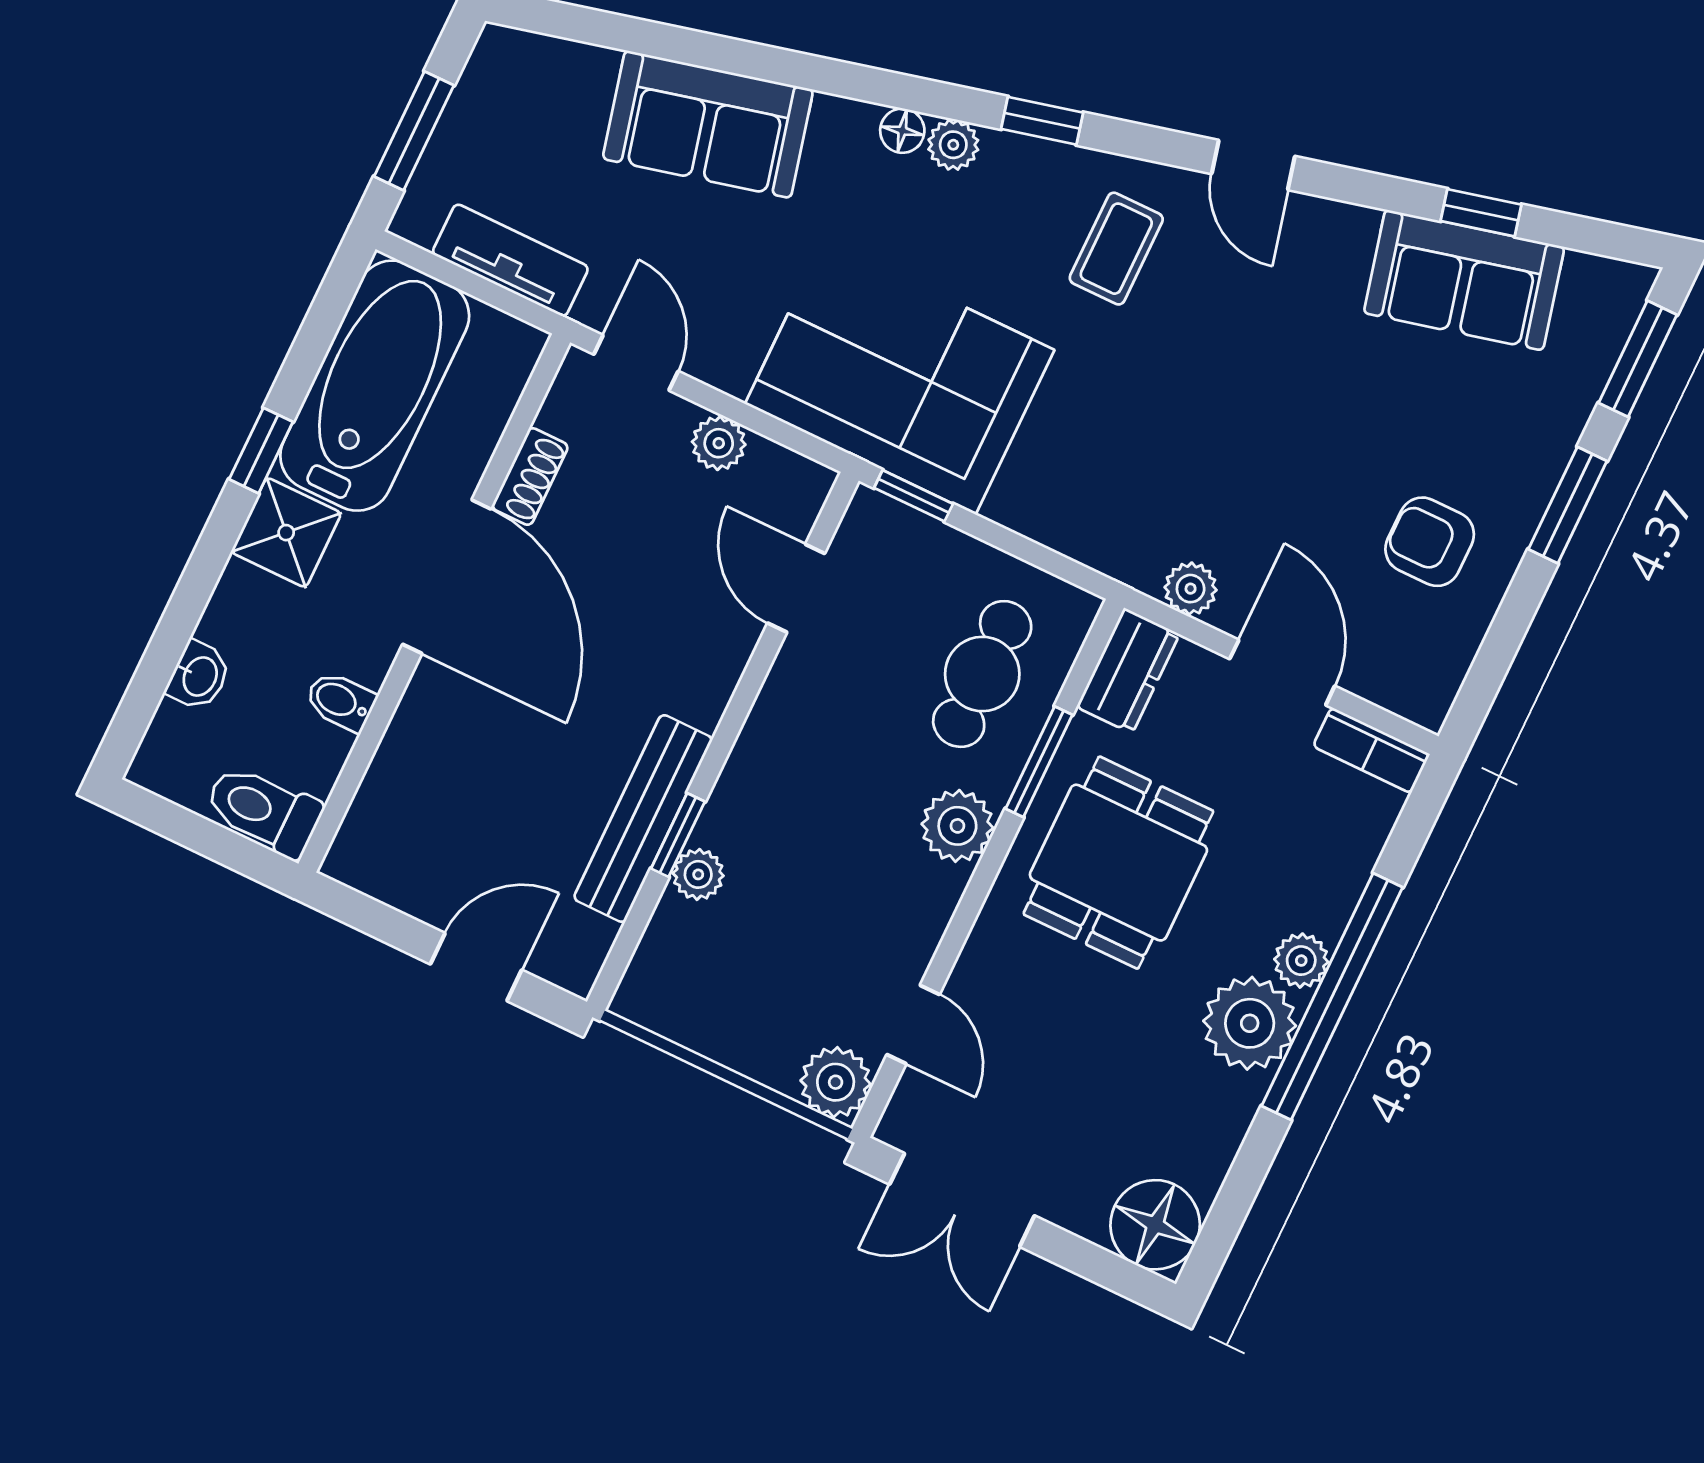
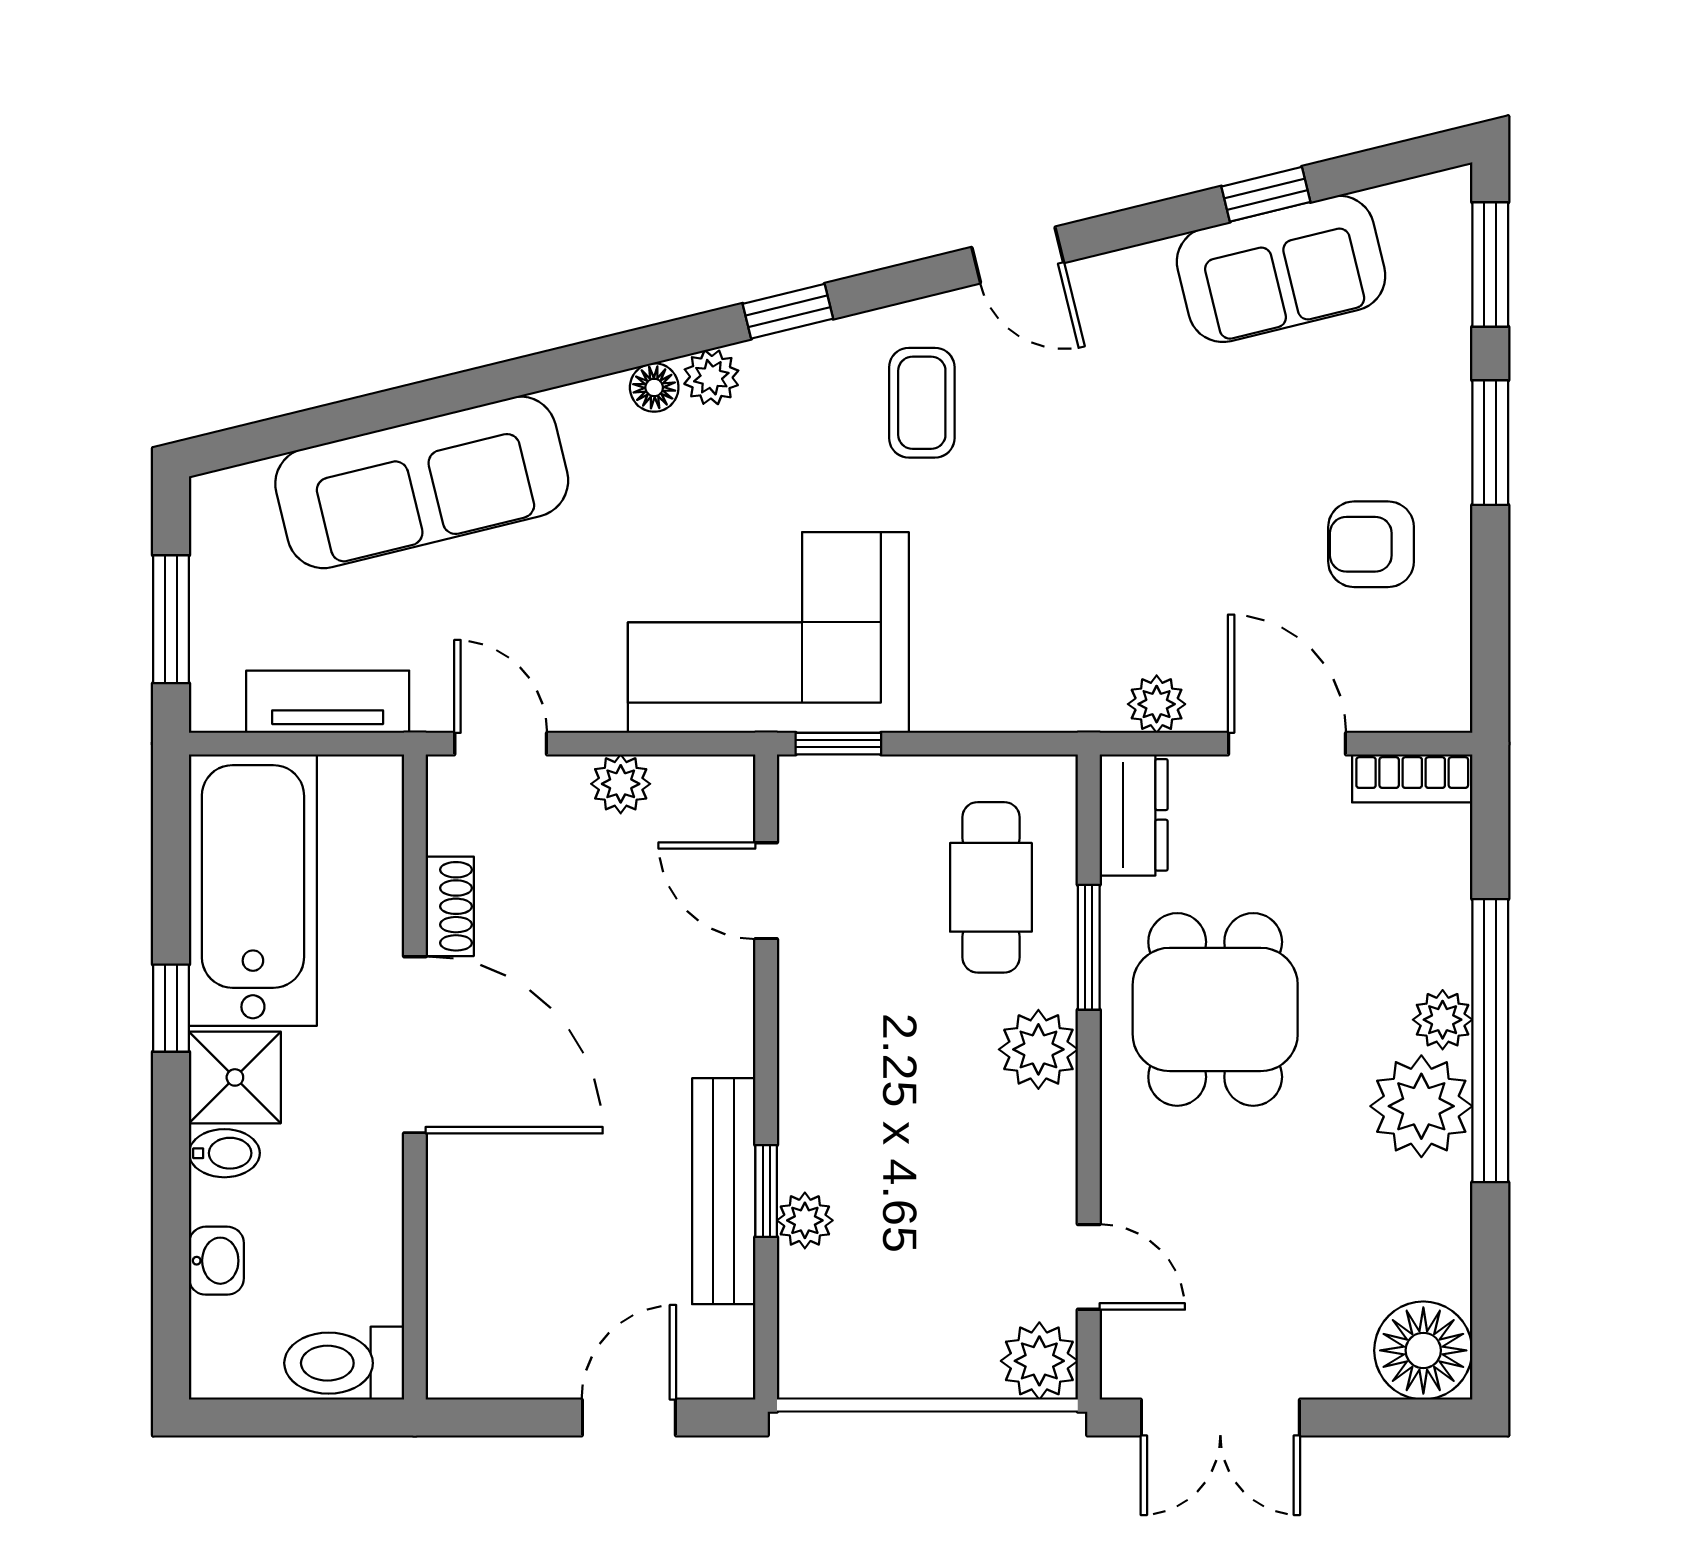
sofa: (708, 124) -> (422, 482), width x1.36
bidet: (340, 701) -> (224, 1153), moved, turned 180

